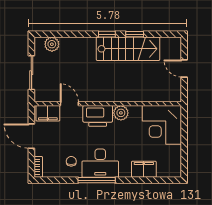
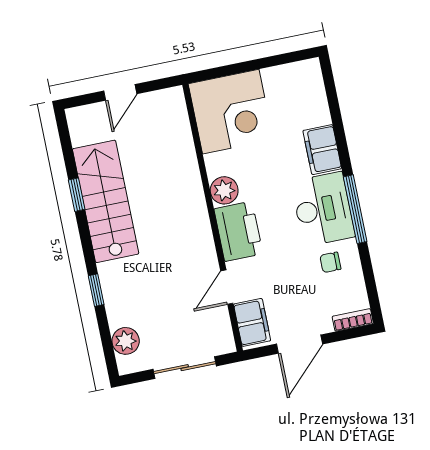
window: (107, 34) -> (96, 290), moved
filing cabinet: (144, 169) -> (322, 150), moved

